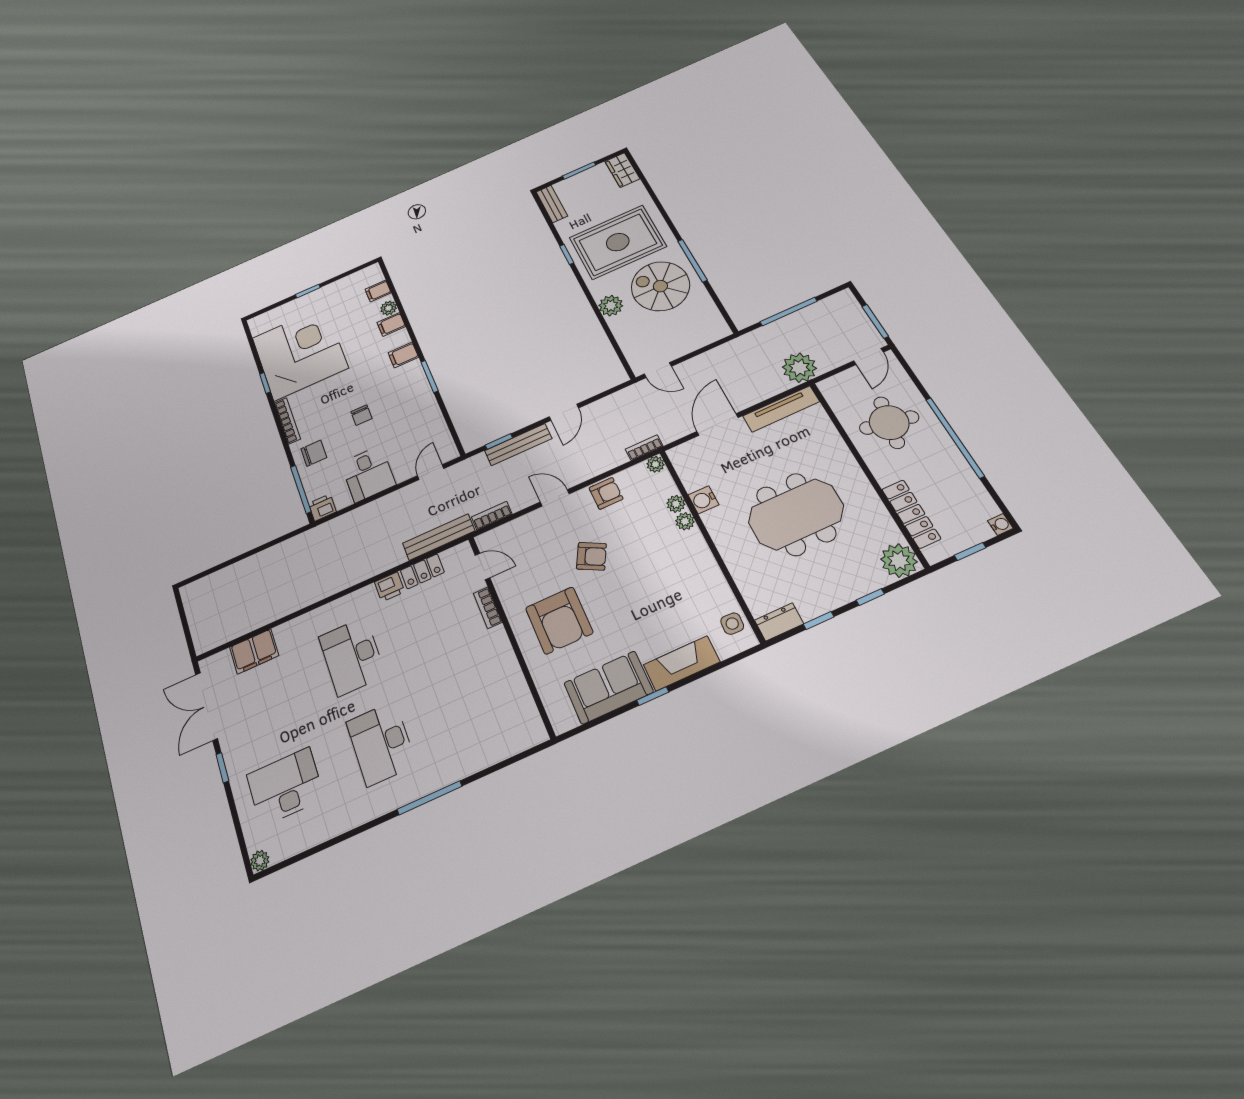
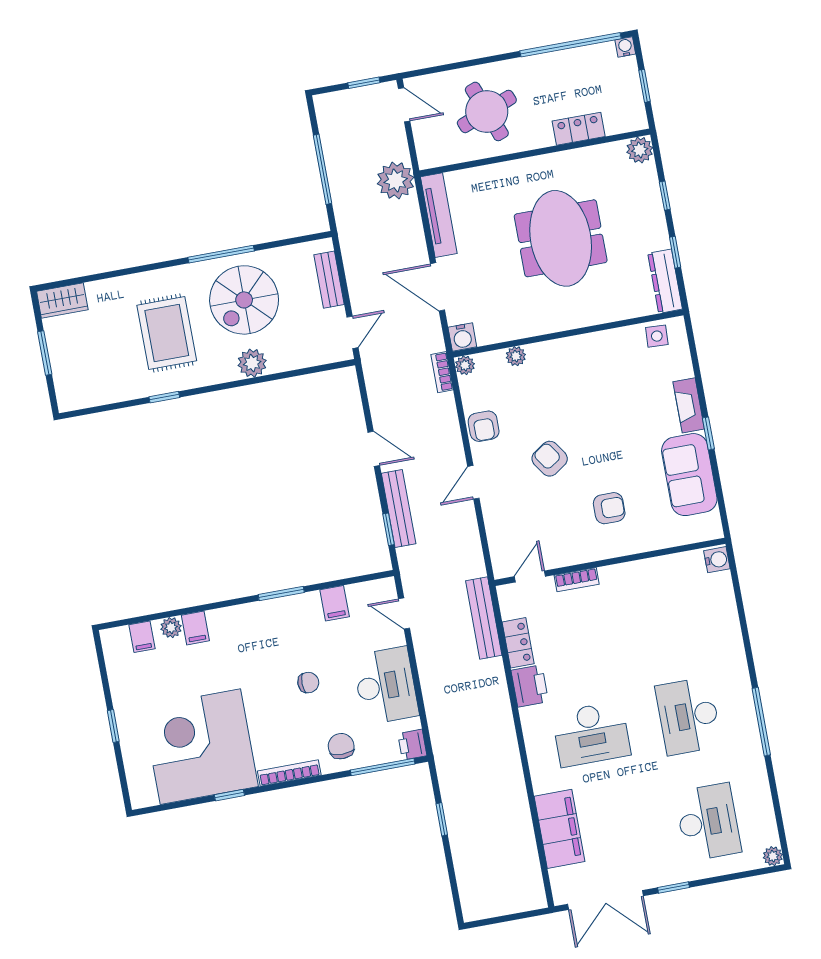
bench: (552, 204) -> (329, 280), moved, turned 90
rug: (618, 242) -> (167, 333), width x0.73, depth x0.69
window: (875, 321) -> (364, 83), width x0.67
filing cabinet: (403, 355) -> (335, 603), moved
round table: (889, 423) -> (487, 111), turned -32
window: (955, 437) -> (571, 45), moved
desk: (368, 474) -> (386, 686), width x1.37
armchair: (606, 493) -> (484, 426), turned 180
water cooler: (703, 500) -> (462, 337), moved
locker: (911, 514) -> (579, 129), width x0.66
bookcase: (492, 516) -> (475, 555), removed
plant: (685, 521) -> (538, 352), removed
window: (263, 547) -> (442, 819), added
armchair: (591, 556) -> (550, 459), turned -62
plant: (899, 561) -> (640, 150), width x0.73, depth x0.73
printer: (390, 587) -> (530, 686), width x1.36, depth x1.24
armchair: (559, 620) -> (609, 508), width x0.53, depth x0.53
dresser: (779, 622) -> (665, 281), width x1.44
filing cabinet: (254, 651) -> (560, 829), width x1.50, depth x1.17
fireplace: (682, 663) -> (689, 405), width x0.73, depth x0.76
water cooler: (533, 734) -> (717, 560), added
desk: (381, 743) -> (689, 716), turned 90
desk: (285, 787) -> (708, 822), turned 180
window: (429, 798) -> (761, 722), moved

